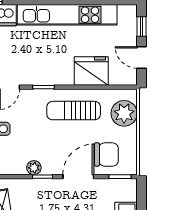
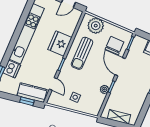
fridge: (91, 71) -> (60, 43), moved

